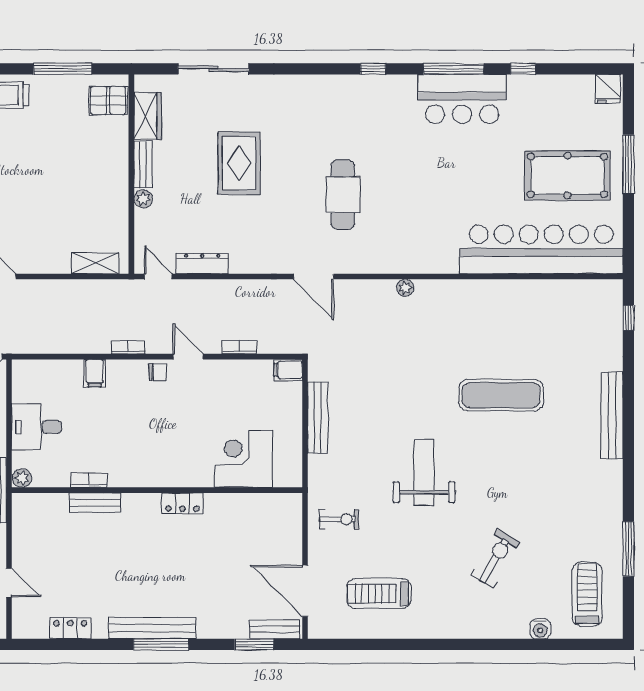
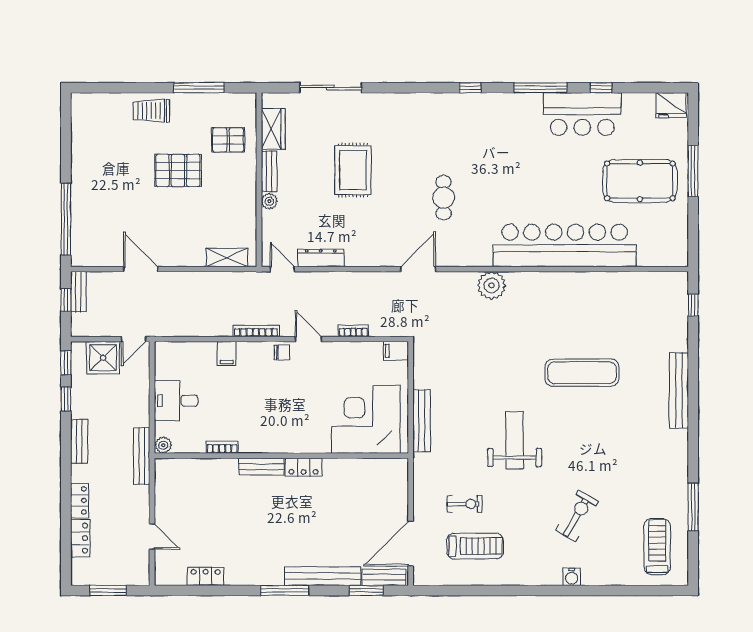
fridge: (608, 89) -> (671, 105), width x1.38
bar counter: (462, 99) -> (582, 114), moved
pallet: (108, 100) -> (228, 140), moved
pallet: (39, 164) -> (178, 171), added
cafe table: (343, 195) -> (444, 198), width x0.73, depth x0.74
bar counter: (541, 249) -> (565, 245), moved
door: (314, 276) -> (418, 269), swing flipped
plant: (405, 288) -> (492, 285), width x1.88, depth x1.88
bookcase: (128, 347) -> (256, 331), width x1.56
bench: (318, 418) -> (422, 421), moved
corner desk: (244, 459) -> (366, 419), width x1.36, depth x1.36
bench: (95, 503) -> (261, 467), moved
exercise bike: (339, 519) -> (465, 504), moved
door: (305, 591) -> (411, 544), hinge flipped
treadmill: (379, 593) -> (475, 546), turned 180
bench: (152, 628) -> (323, 576), moved
water cooler: (540, 629) -> (572, 577), moved

